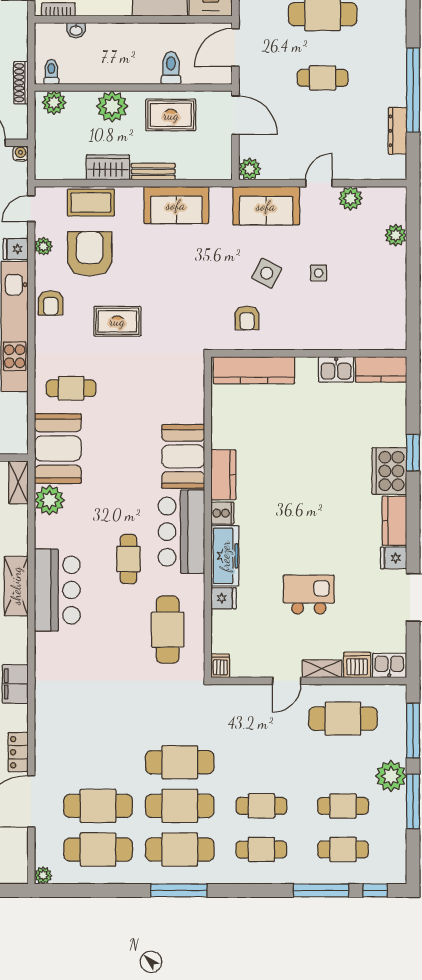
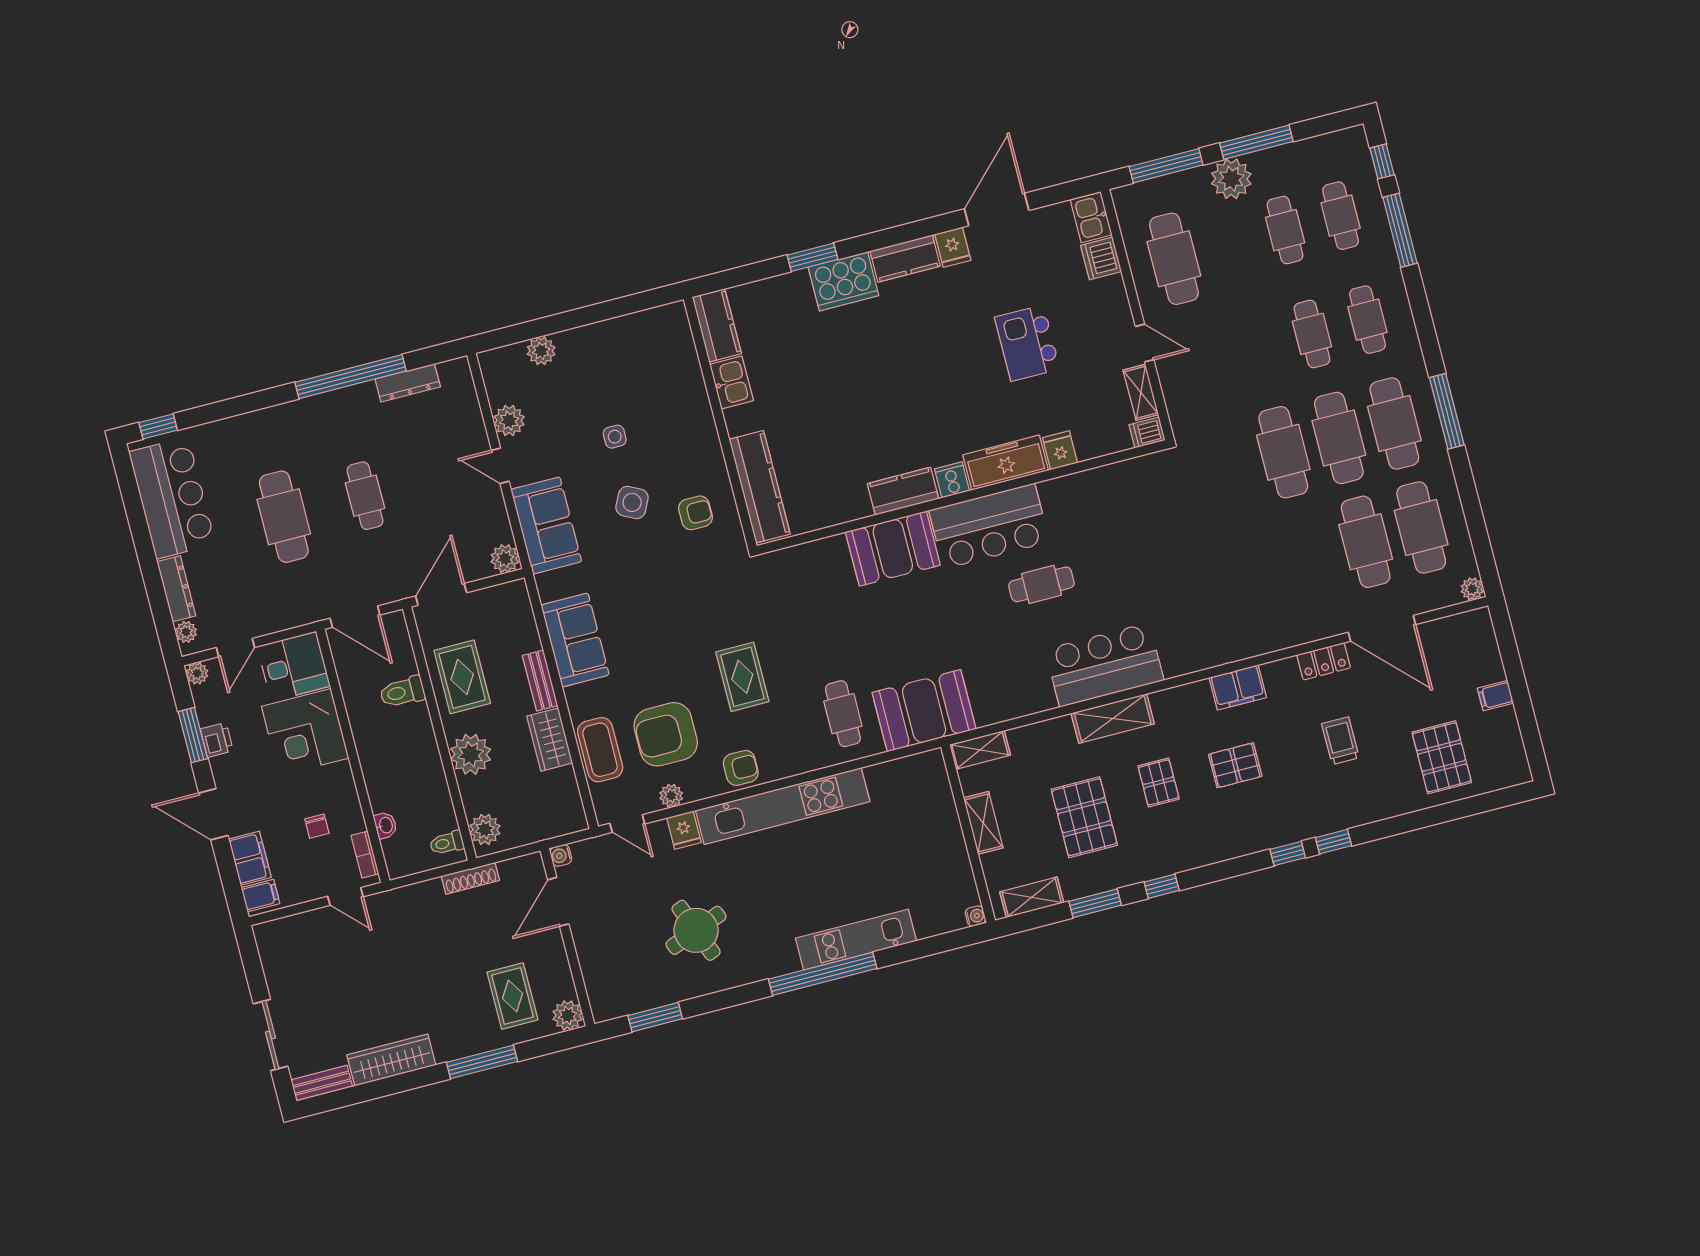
plant: (49, 500) -> (992, 704), removed
cafe table: (168, 630) -> (1118, 511), removed
shelving: (322, 669) -> (1141, 392), moved

